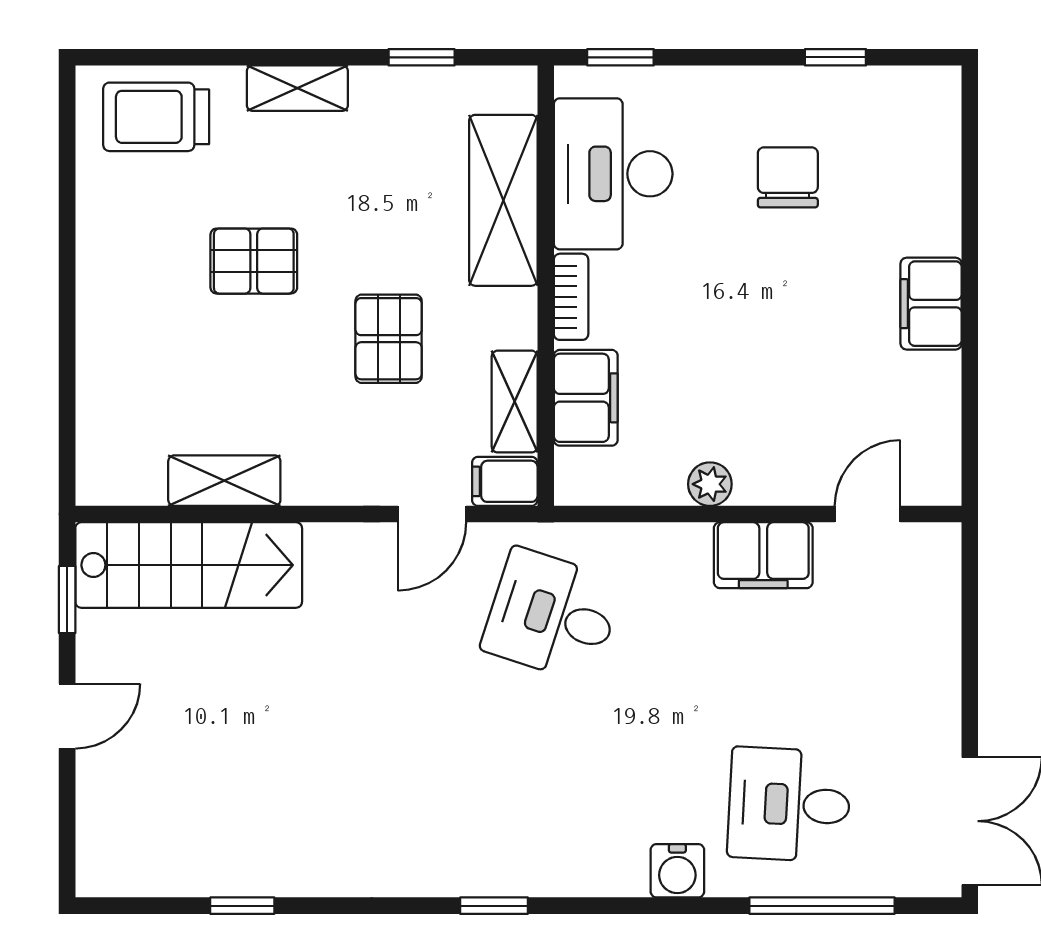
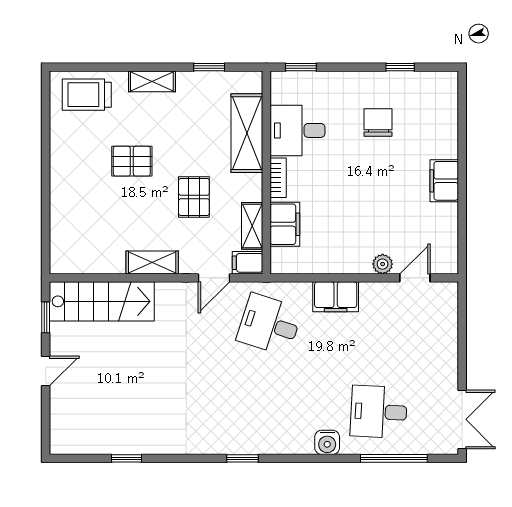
desk: (613, 174) -> (298, 130), width x0.73
shelving: (224, 481) -> (152, 262), moved
plant: (710, 484) -> (383, 264), moved
filing cabinet: (763, 555) -> (336, 297), moved

